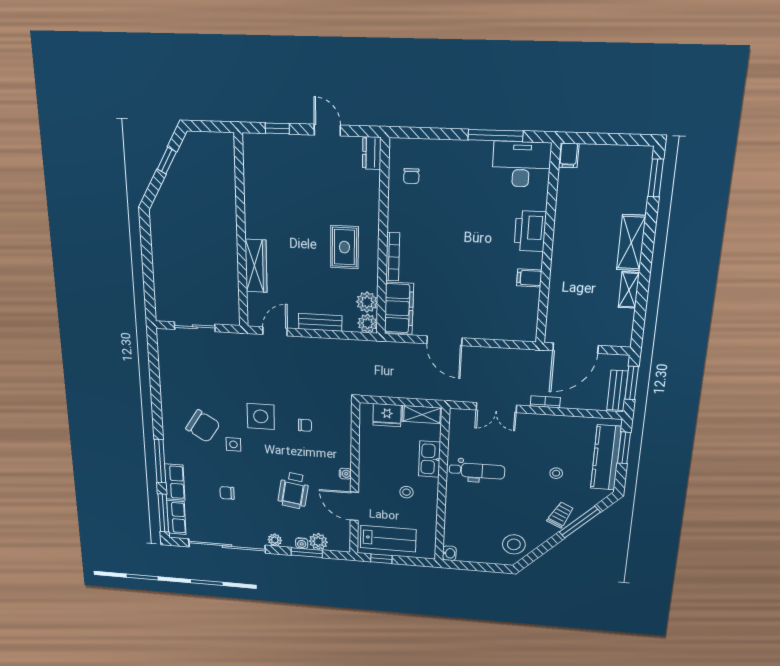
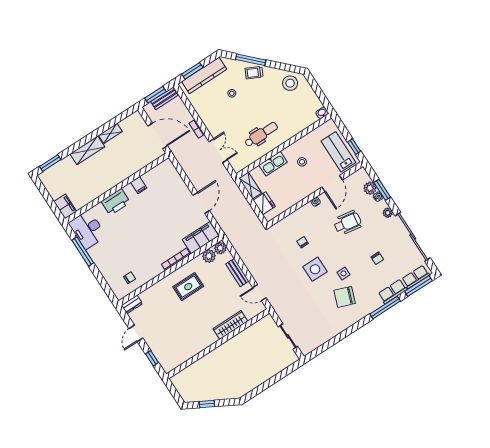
filing cabinet: (569, 155) -> (65, 206), width x2.00
chair: (203, 426) -> (345, 297), turned -102
dental chair: (477, 471) -> (261, 134), turned 90

